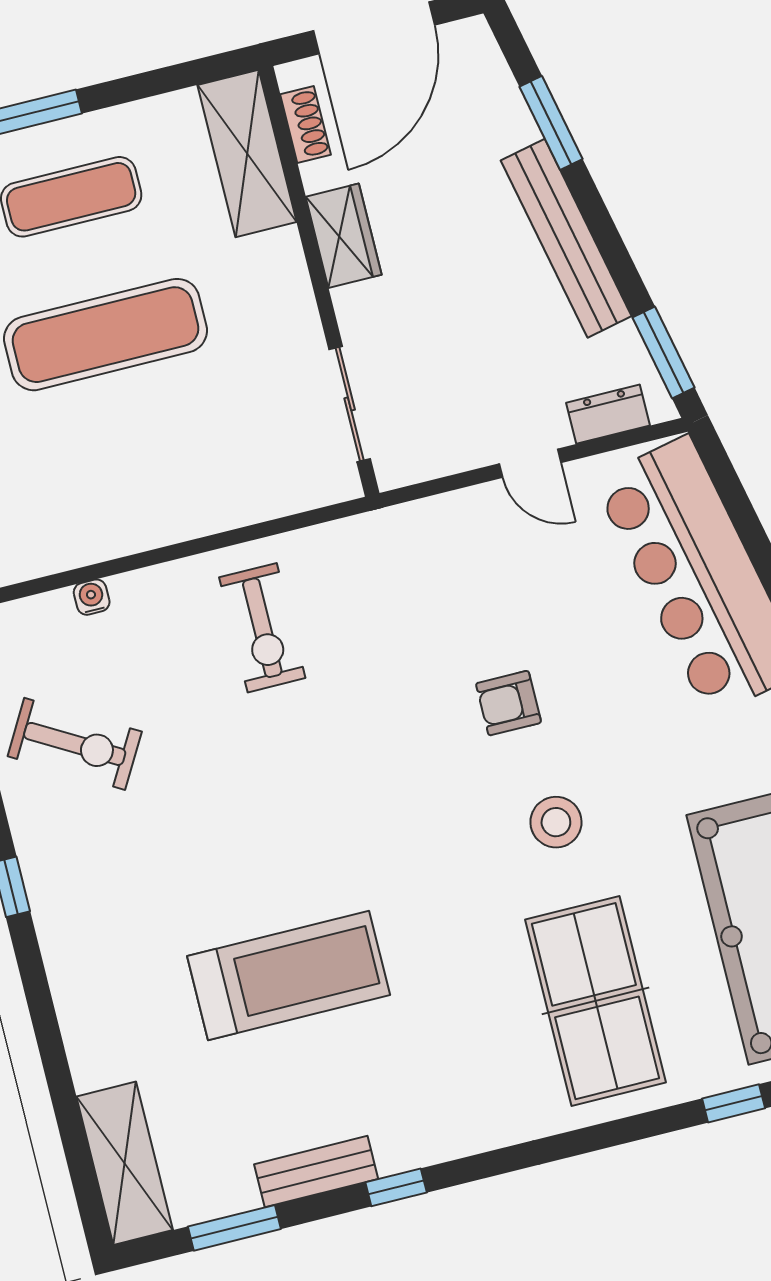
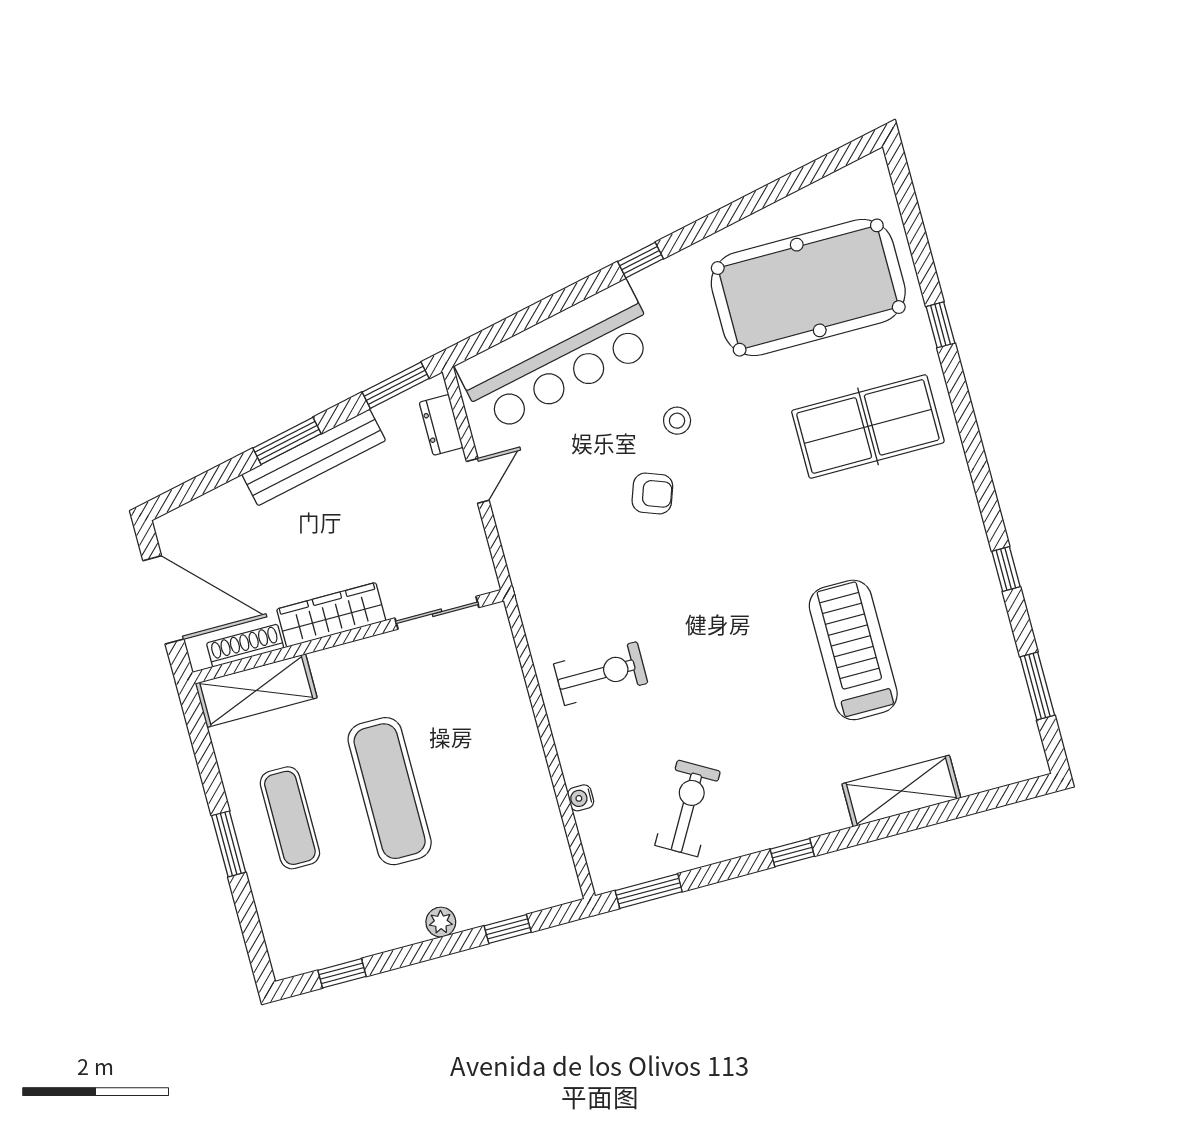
window: (551, 123) -> (287, 441), moved
shoe rack: (305, 124) -> (245, 646), width x1.43
wardrobe: (344, 236) -> (331, 615), width x1.50
armchair: (509, 703) -> (652, 493), turned -70
stool: (556, 822) -> (677, 421), moved, width x0.73, depth x0.73
shelving: (125, 1163) -> (901, 791), moved
bench: (316, 1172) -> (995, 627), removed

